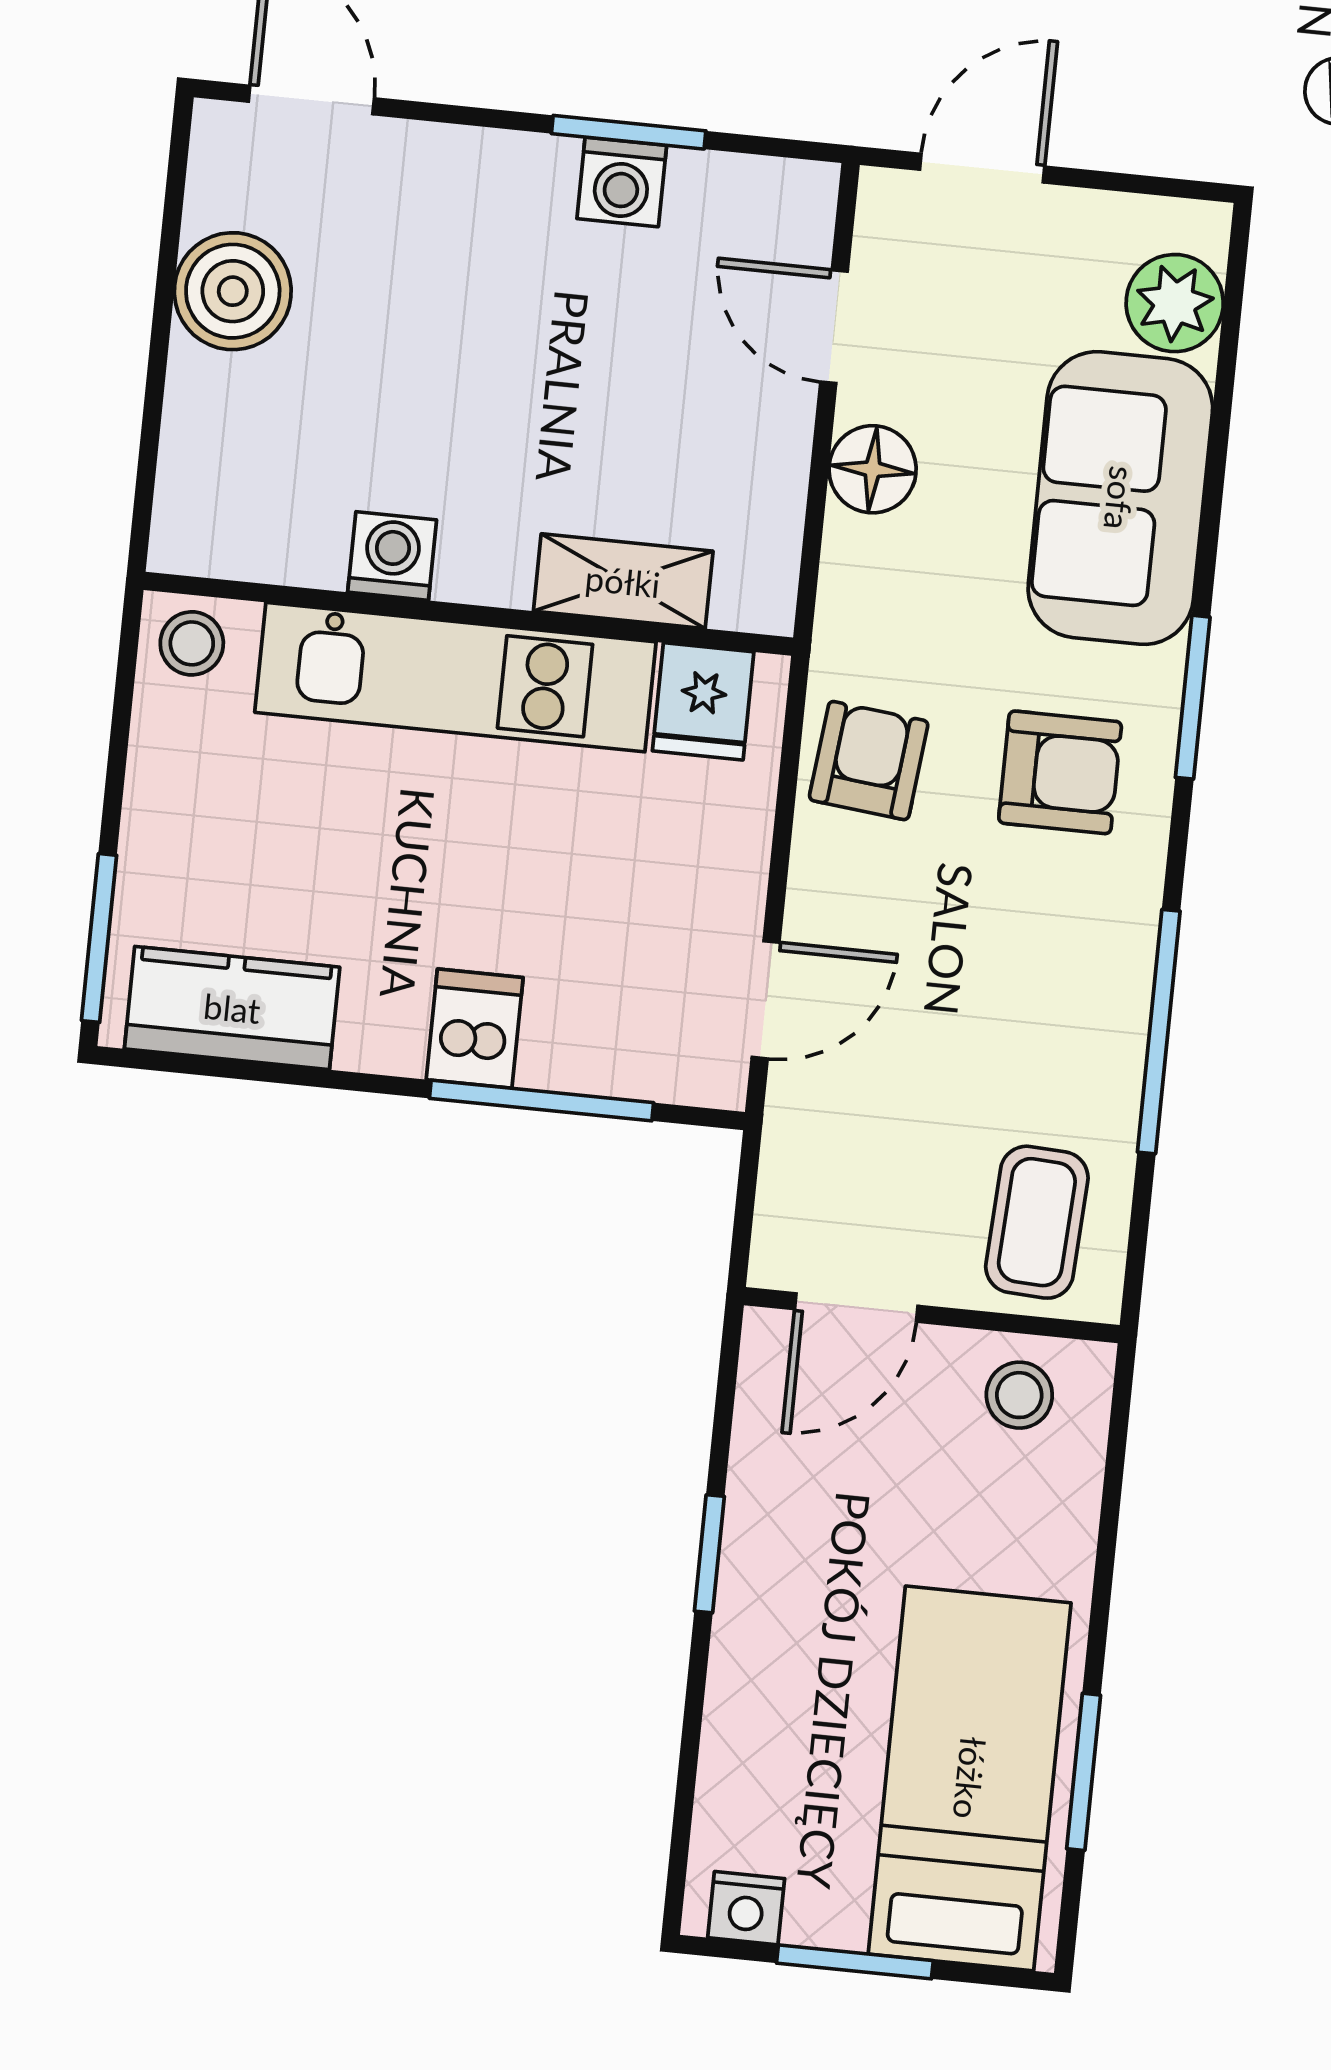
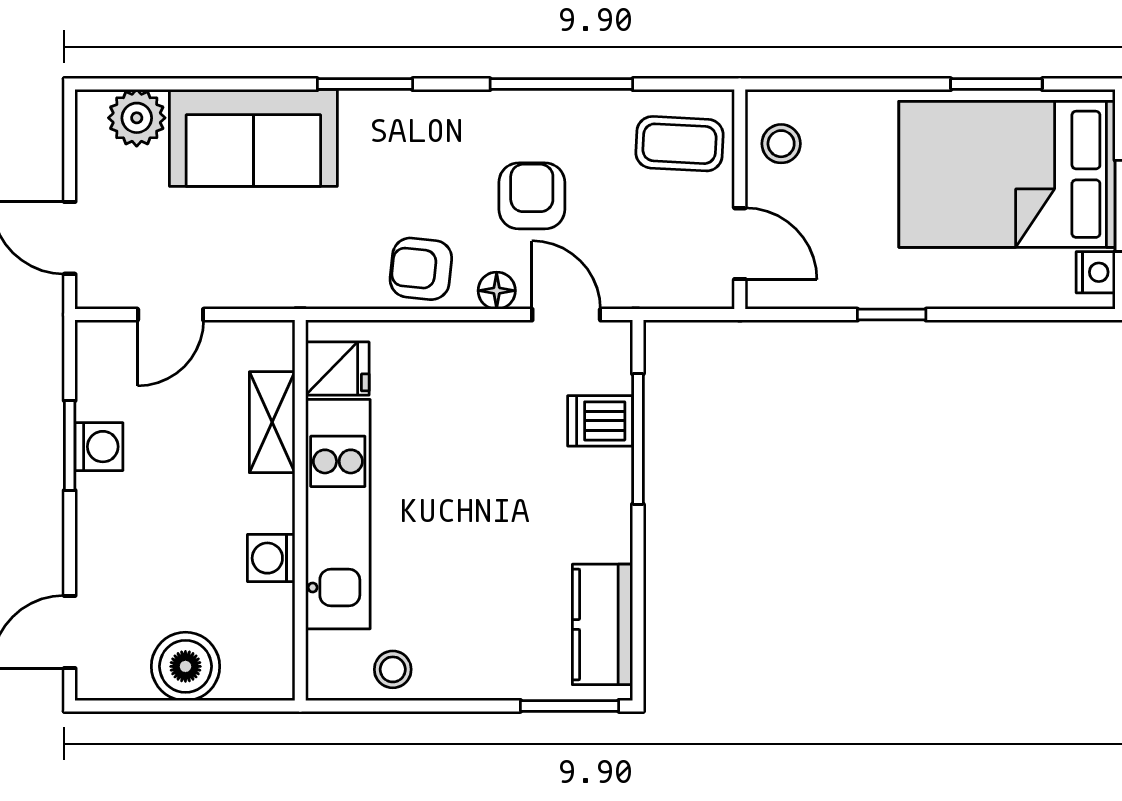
floor lamp: (873, 469) -> (497, 291), moved, width x0.73, depth x0.73
washing machine: (392, 556) -> (271, 558), moved
shelving: (623, 581) -> (272, 422), moved
wall: (468, 614) -> (300, 510), moved
kitchen unit: (455, 677) -> (338, 514), moved
fridge: (703, 701) -> (337, 369), moved
armchair: (1060, 772) -> (532, 196), moved
dishwasher: (475, 1029) -> (600, 421), moved
bed: (970, 1778) -> (1007, 174), width x1.50

